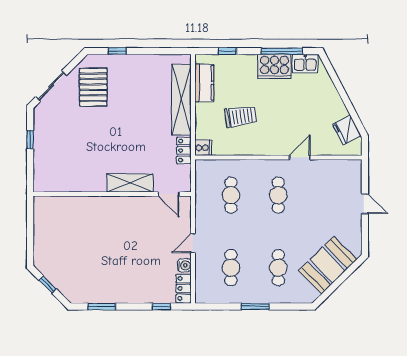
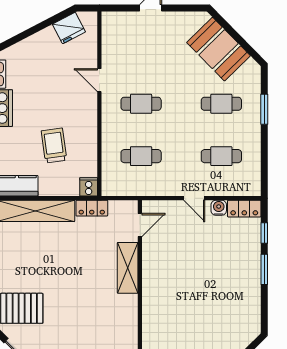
window: (102, 307) -> (264, 269), moved
window: (255, 307) -> (264, 109), moved

